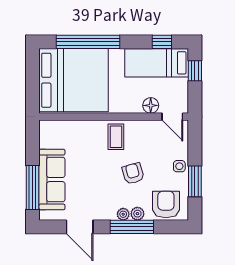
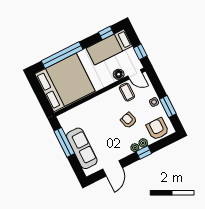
window: (195, 71) -> (140, 52), moved
coffee table: (116, 137) -> (127, 92), moved
window: (32, 187) -> (64, 142), moved
door: (80, 227) -> (113, 168), hinge flipped
window: (132, 227) -> (144, 153), width x0.46

